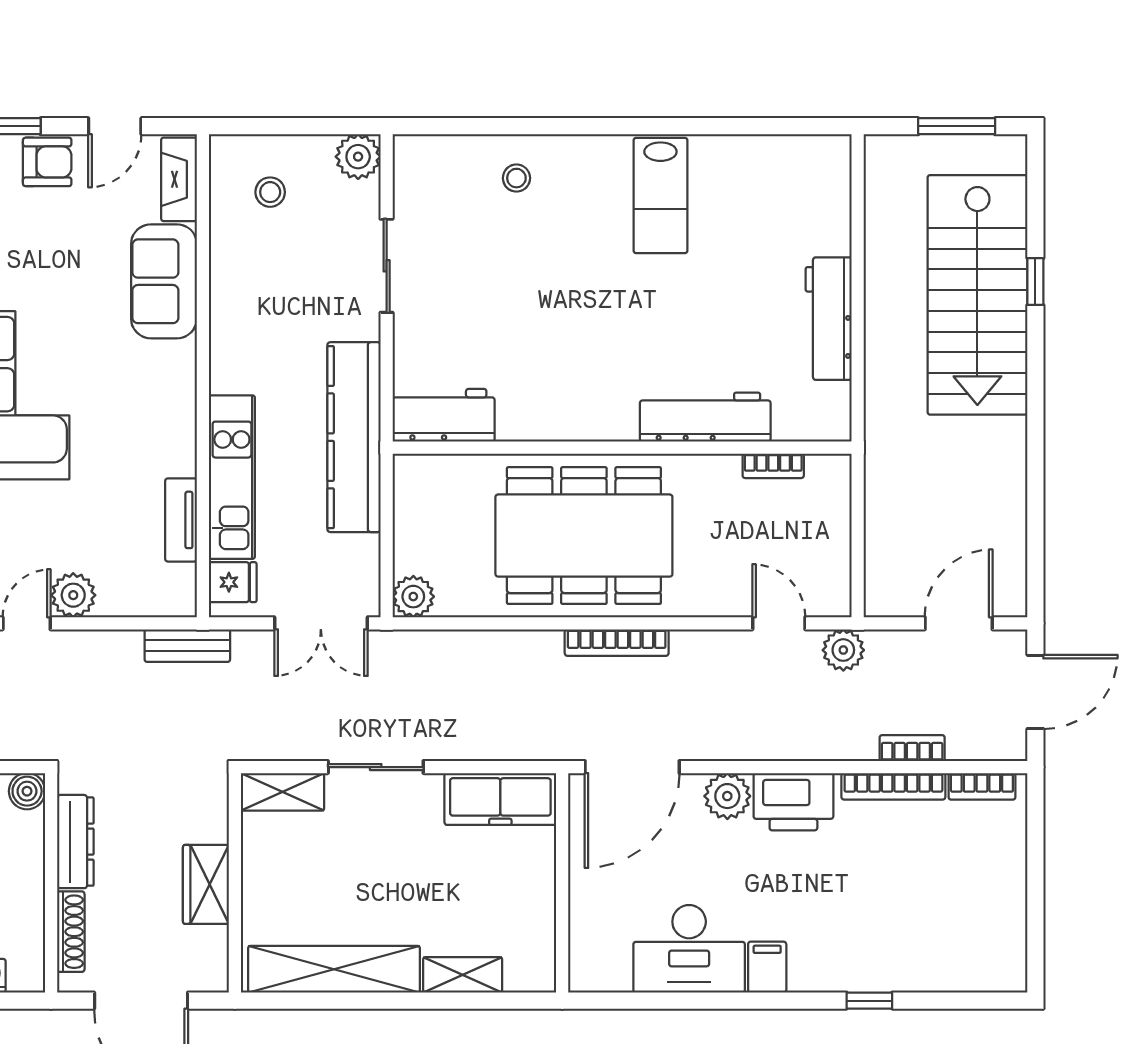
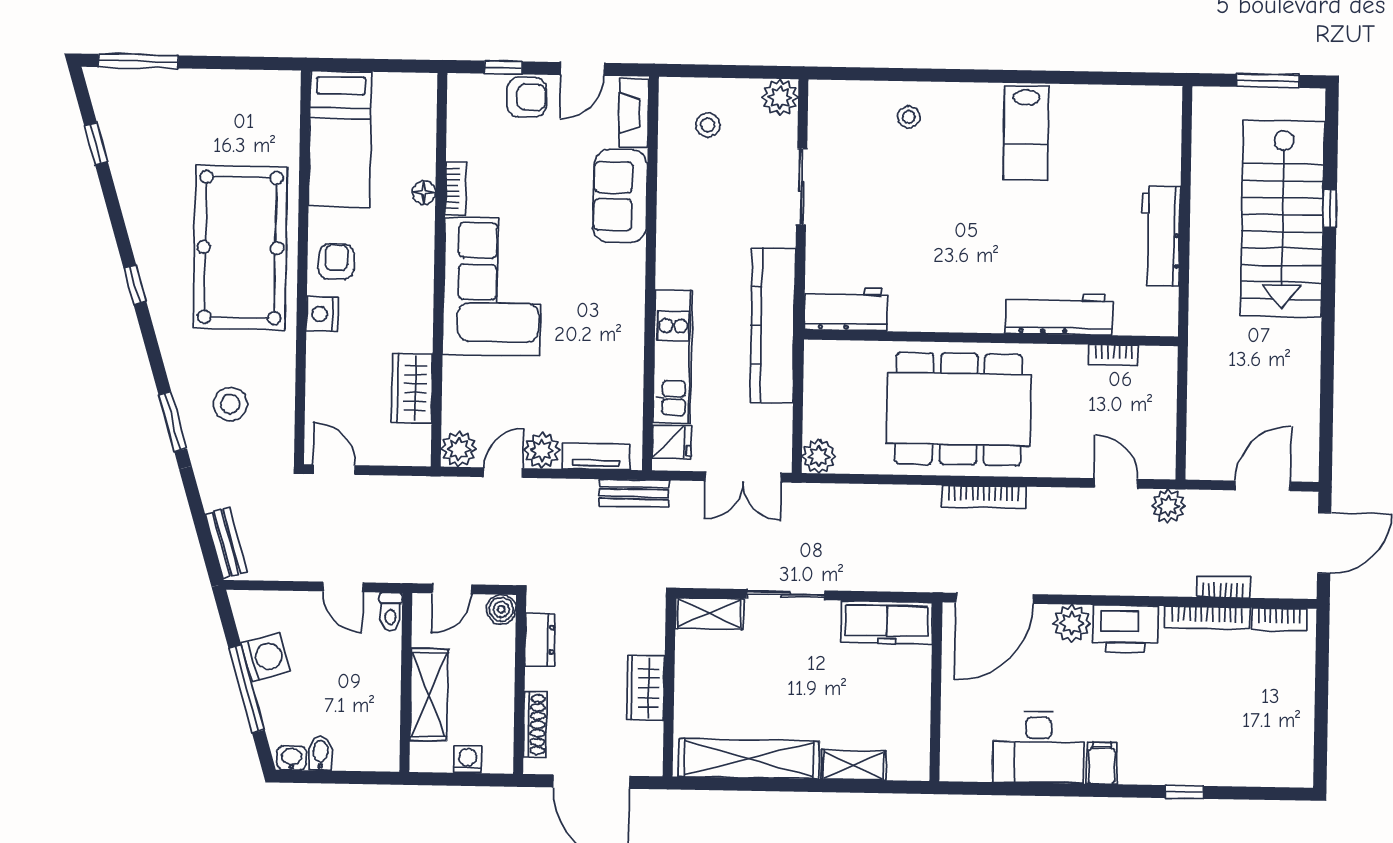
tv unit: (181, 520) -> (596, 456), moved, turned 90
dresser: (75, 842) -> (540, 640), width x0.70

